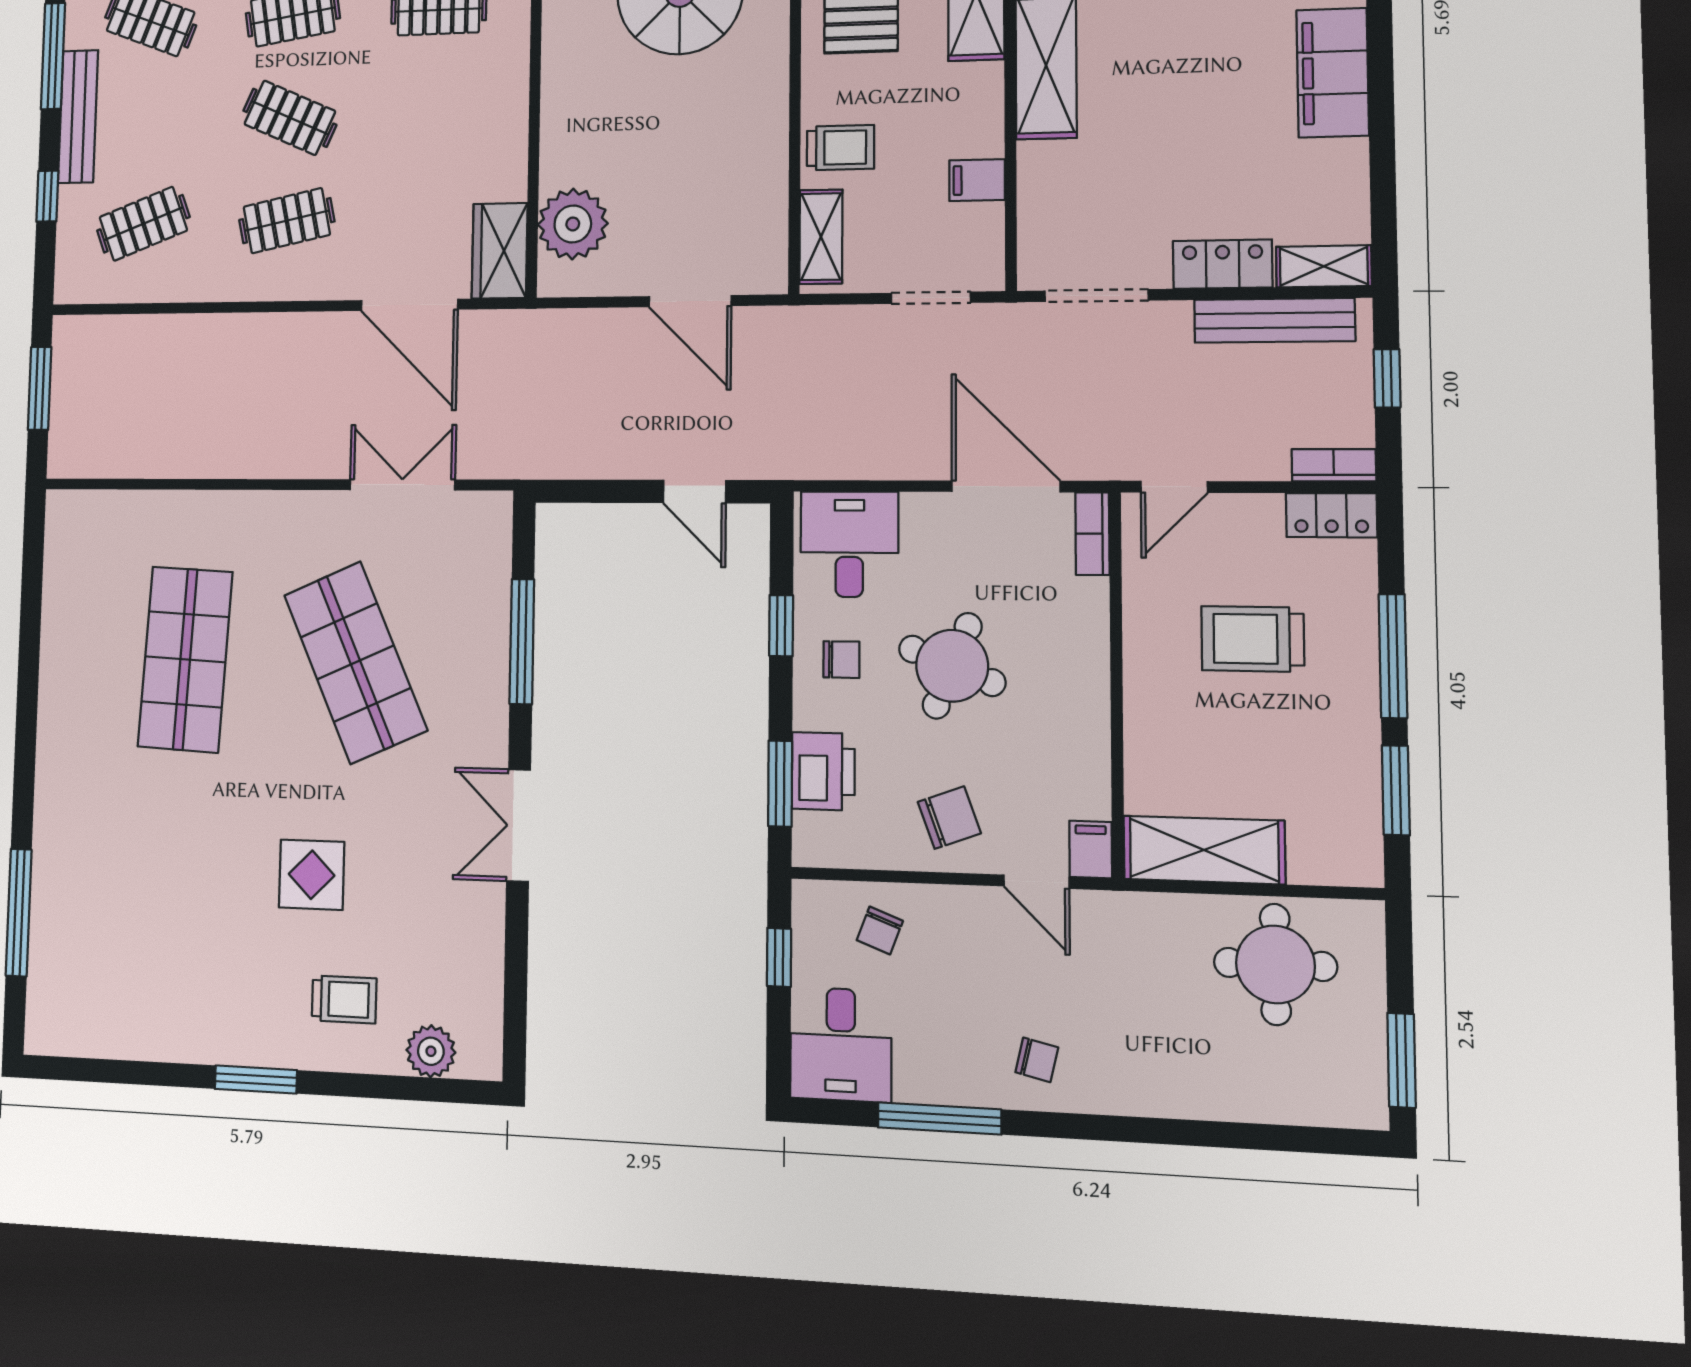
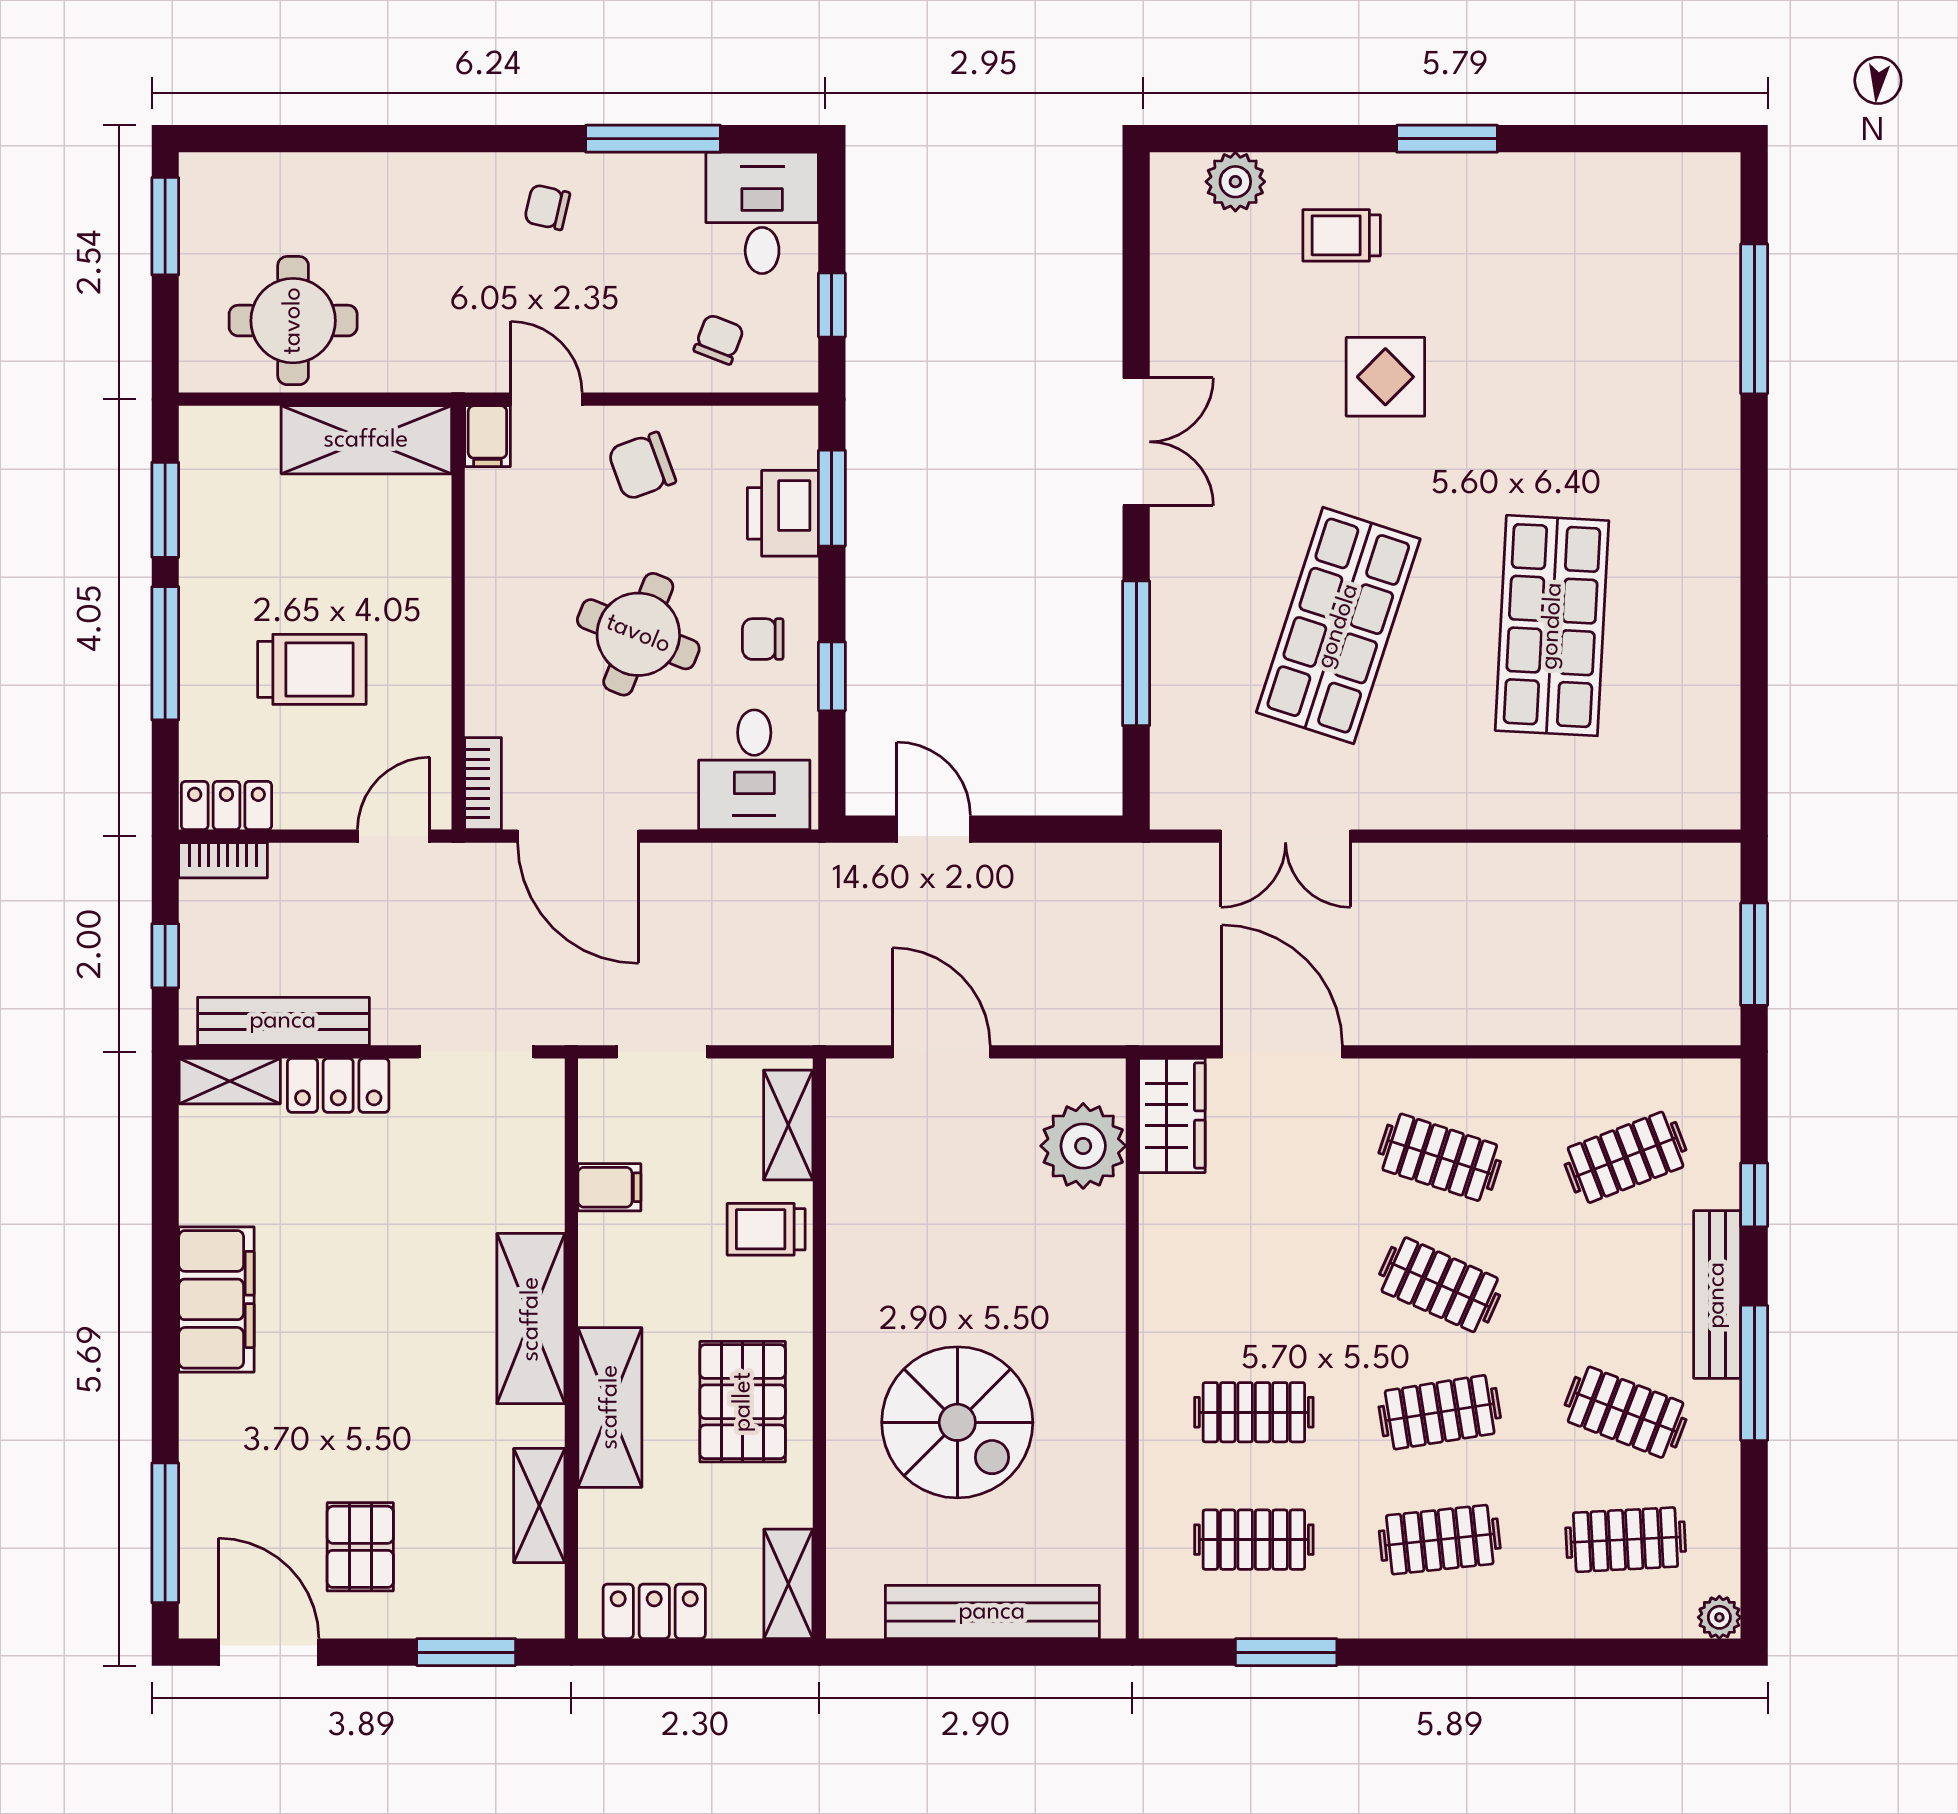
clothes rail: (287, 221) -> (1440, 1157), turned 30
shop shelf: (355, 662) -> (1338, 626), turned 42

